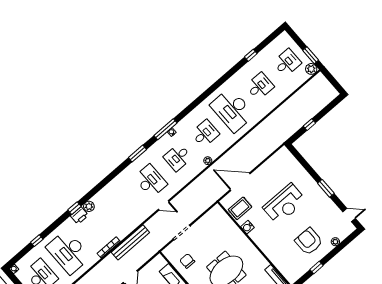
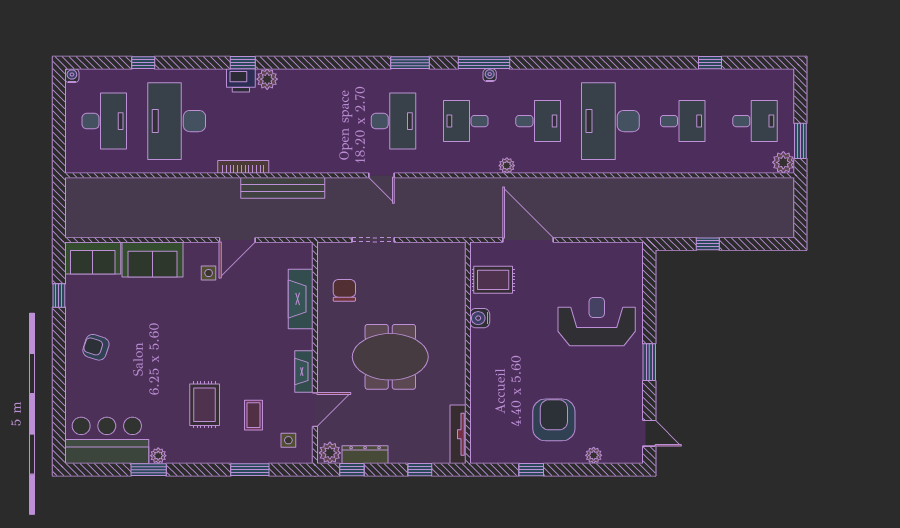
reception desk: (284, 204) -> (597, 322), moved, turned 180

